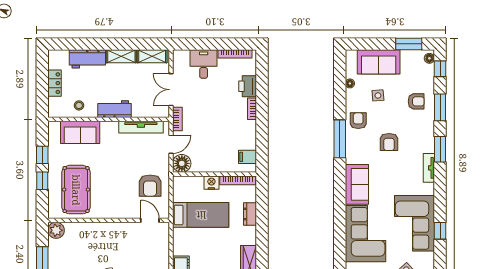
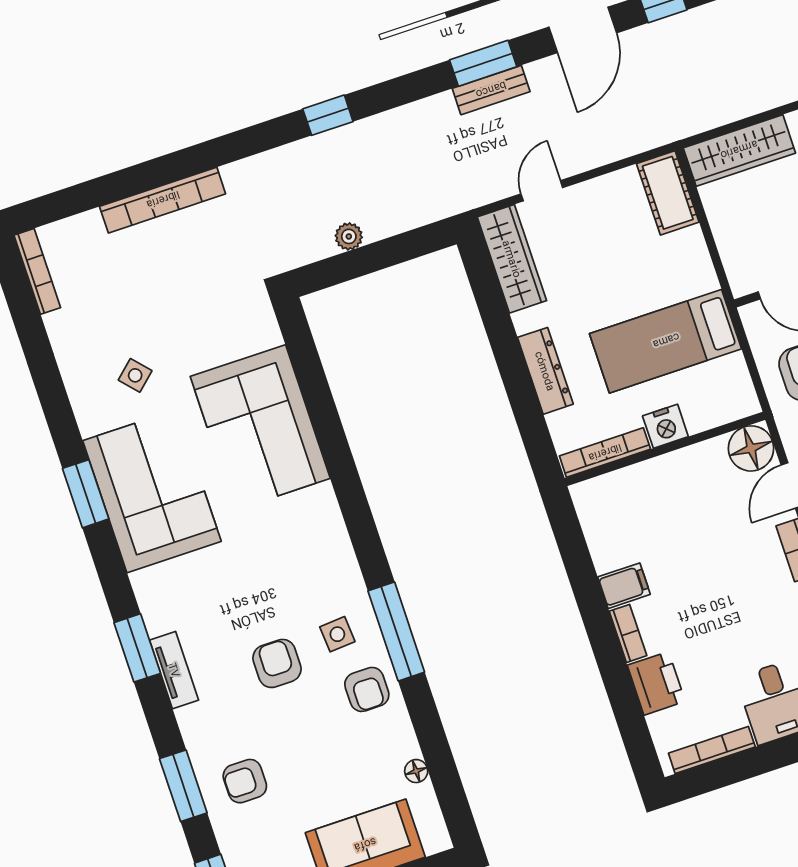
side table: (378, 95) -> (337, 634), moved
window: (440, 149) -> (137, 648), moved
filing cabinet: (247, 157) -> (624, 586), moved
tv unit: (429, 168) -> (174, 670), moved
sofa: (357, 184) -> (320, 537), removed
dresser: (250, 214) -> (545, 371), width x1.44
window: (440, 231) -> (86, 494), width x1.50

